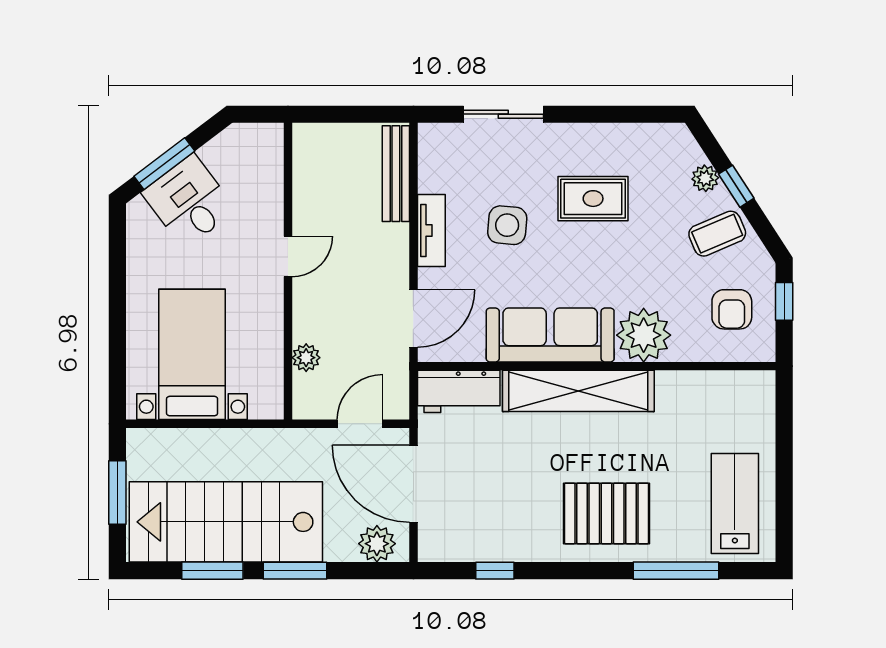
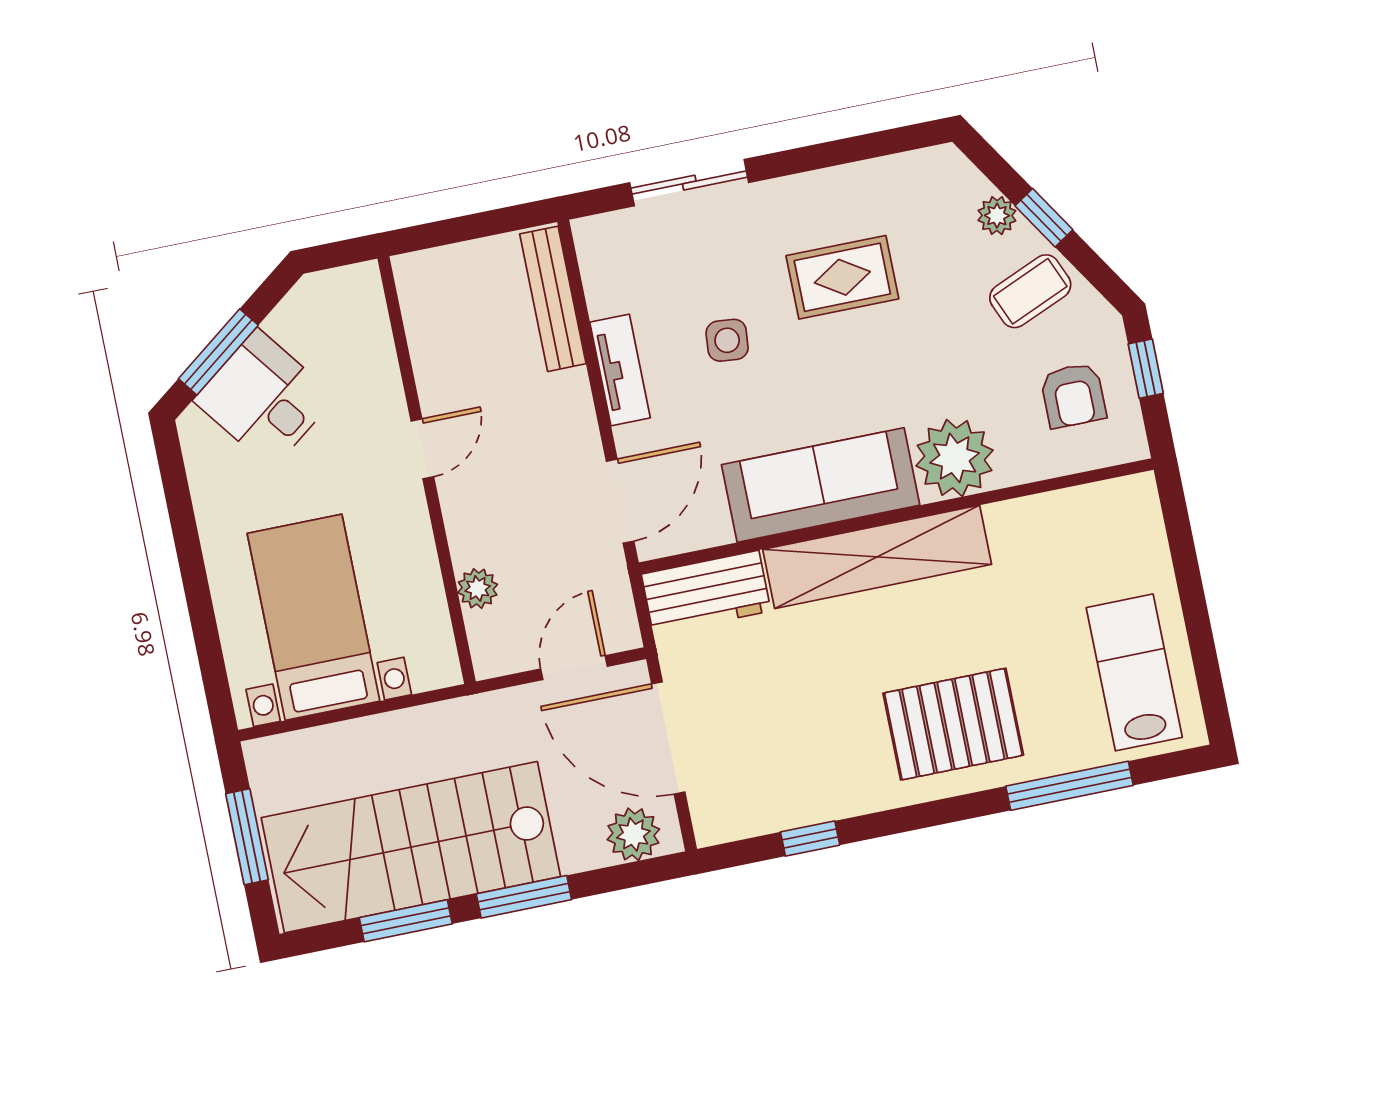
side table: (507, 225) -> (727, 340), width x0.73, depth x0.73

